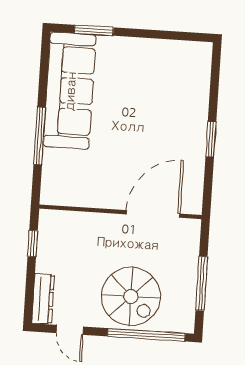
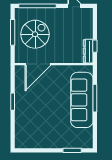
sofa: (70, 91) -> (82, 100), moved
spiral stairs: (131, 296) -> (35, 34), moved, turned 90
dresser: (43, 299) -> (88, 51), moved

